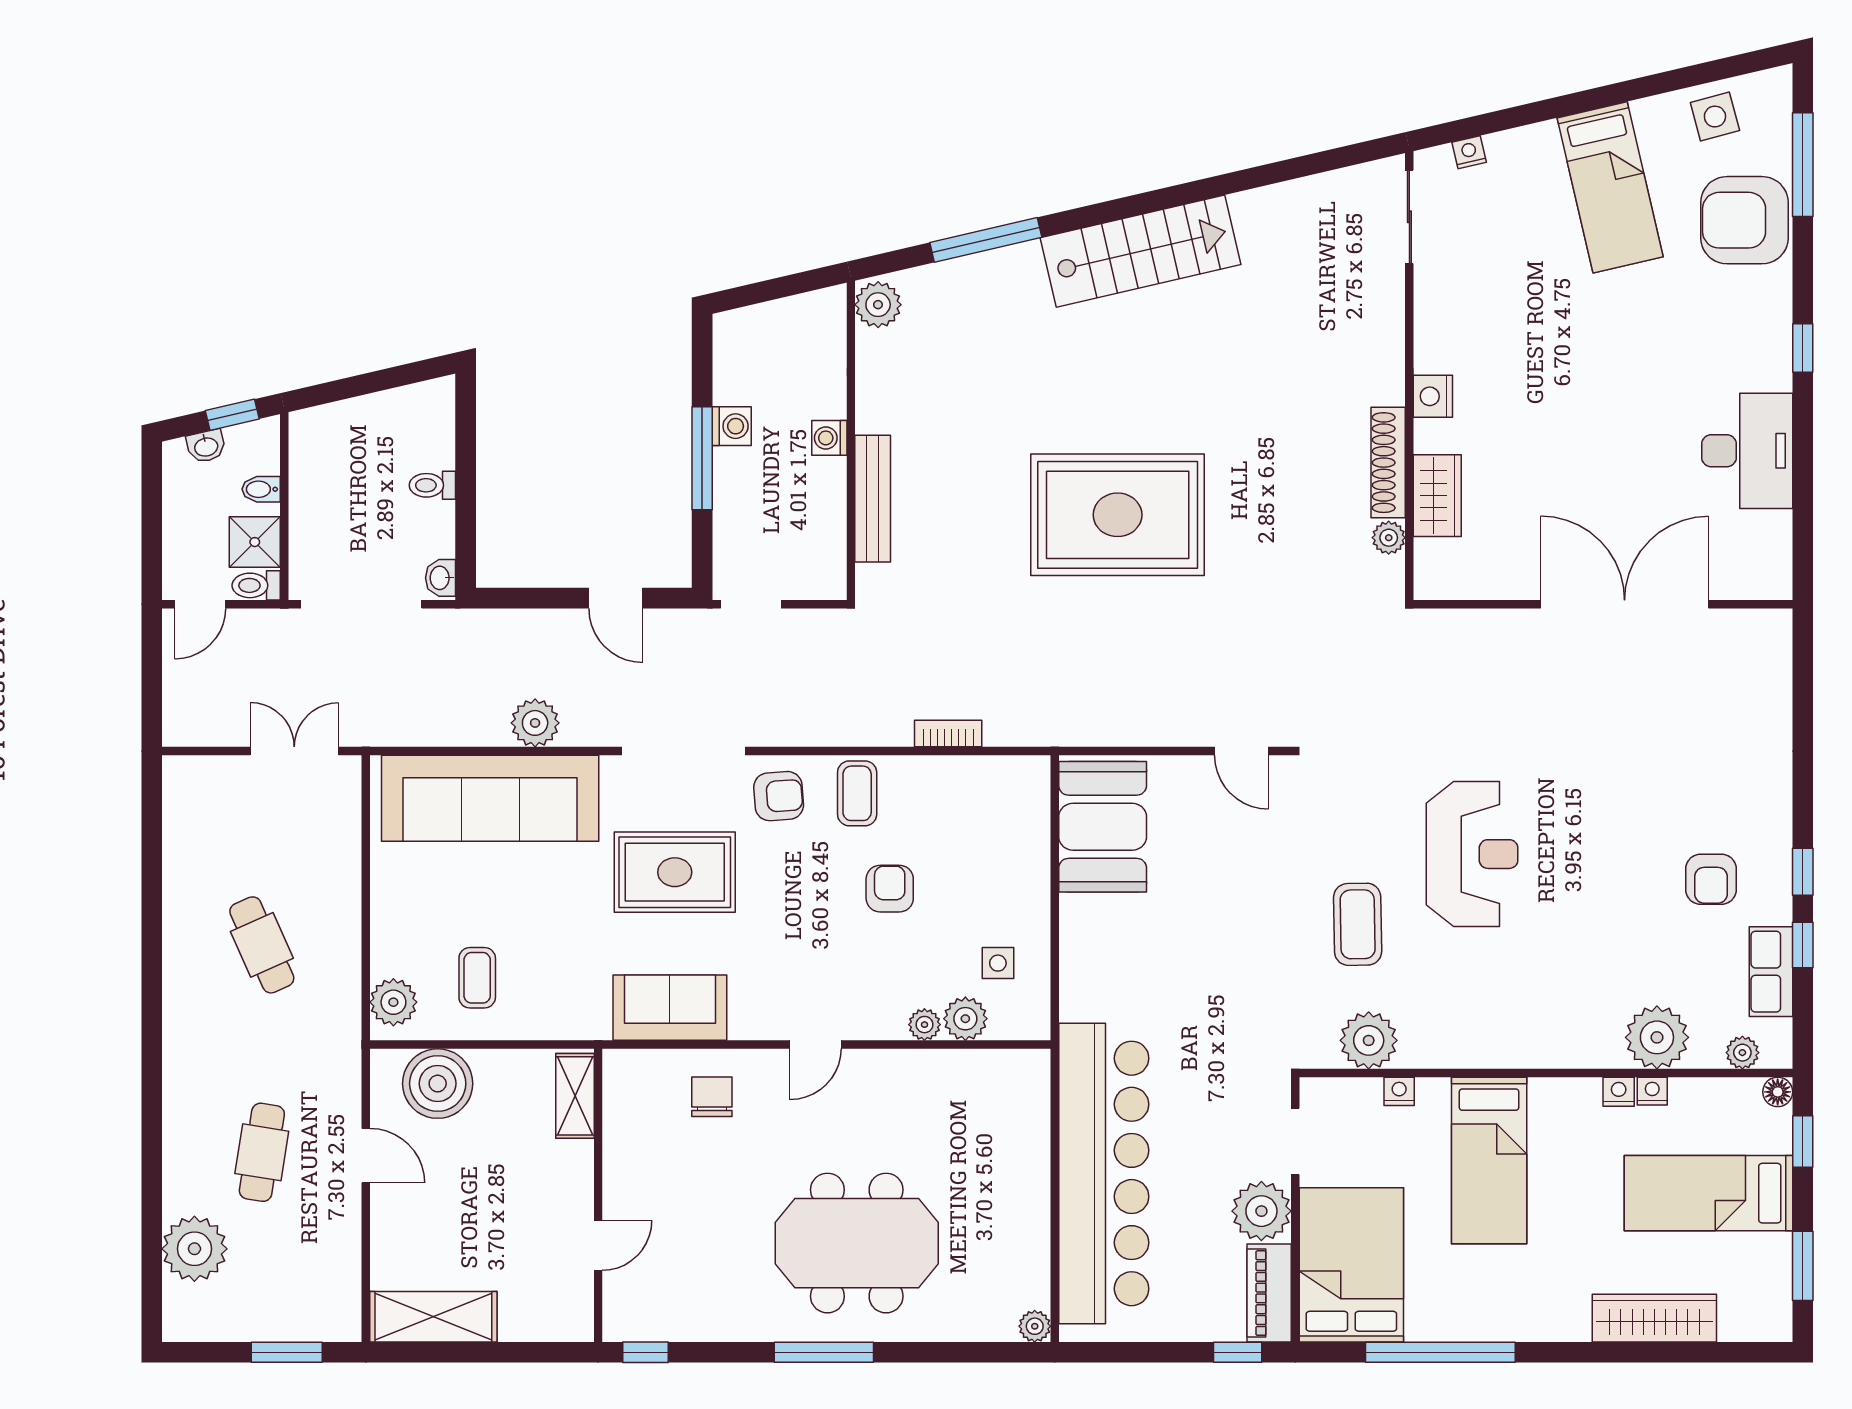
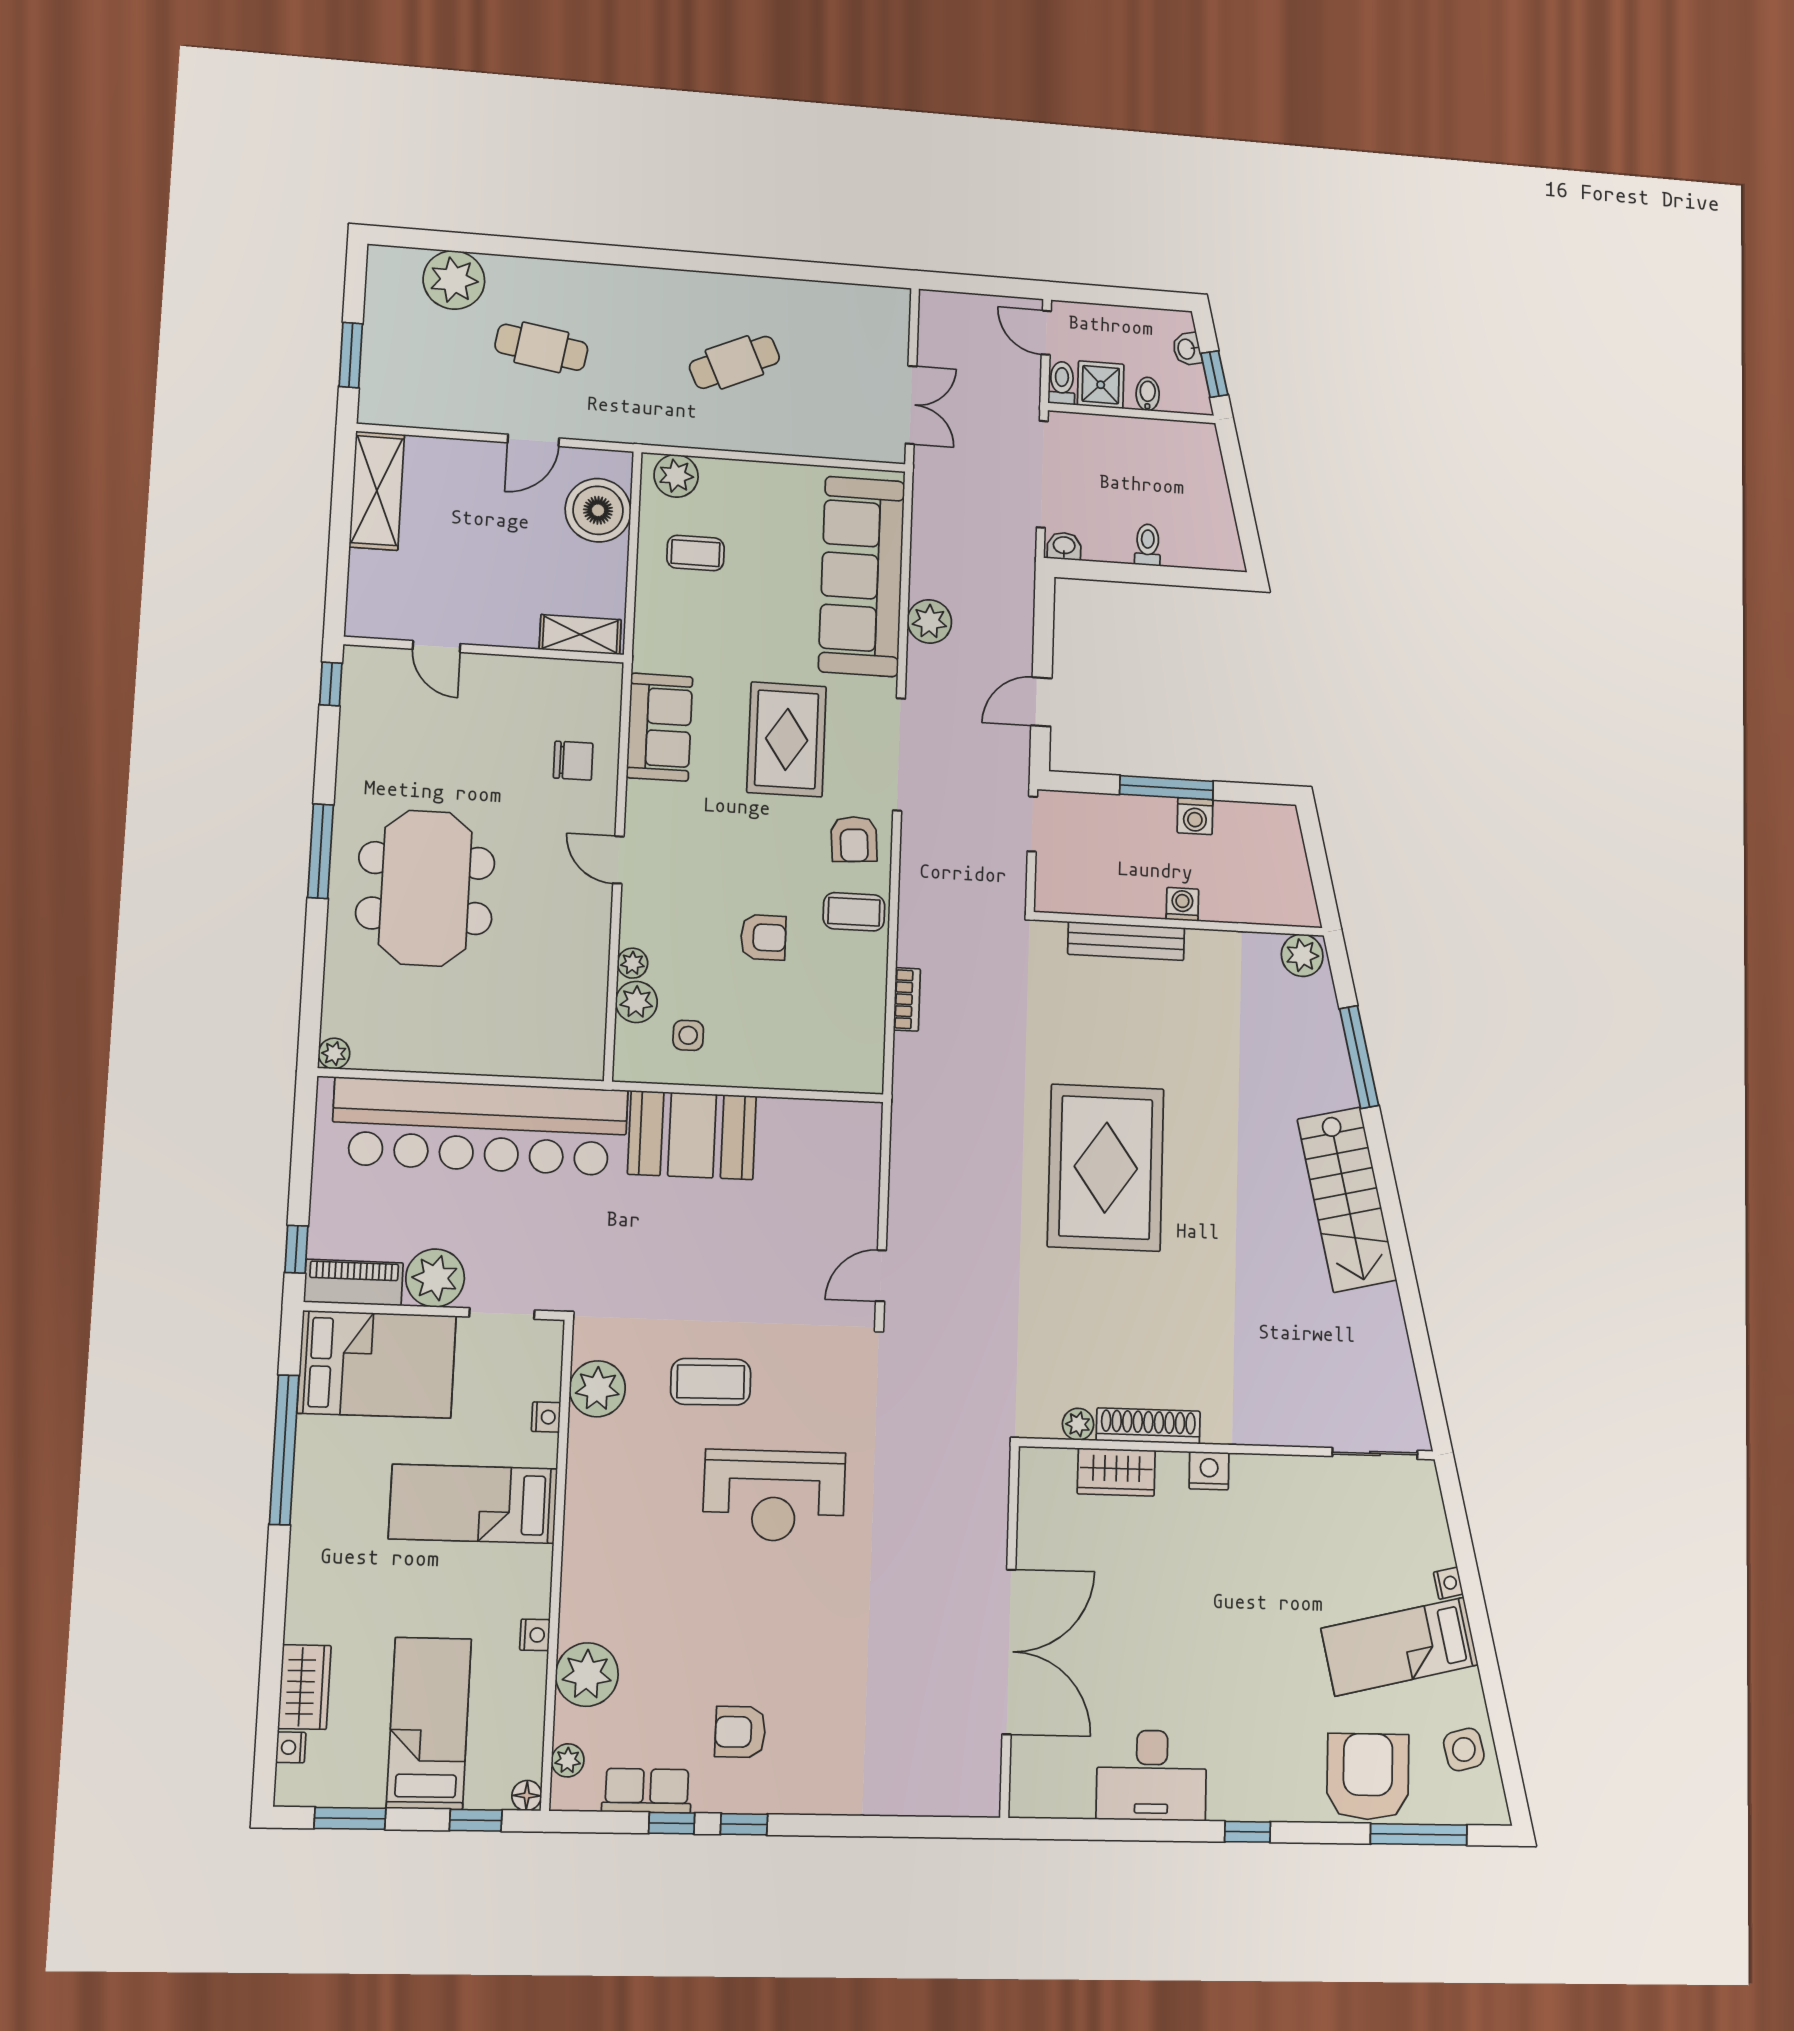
nightstand: (1469, 152) -> (1448, 1583), moved
booth: (1103, 827) -> (692, 1135), moved
nightstand: (1652, 1091) -> (291, 1747), moved, turned 180
wardrobe: (1654, 1318) -> (305, 1687), width x0.67

